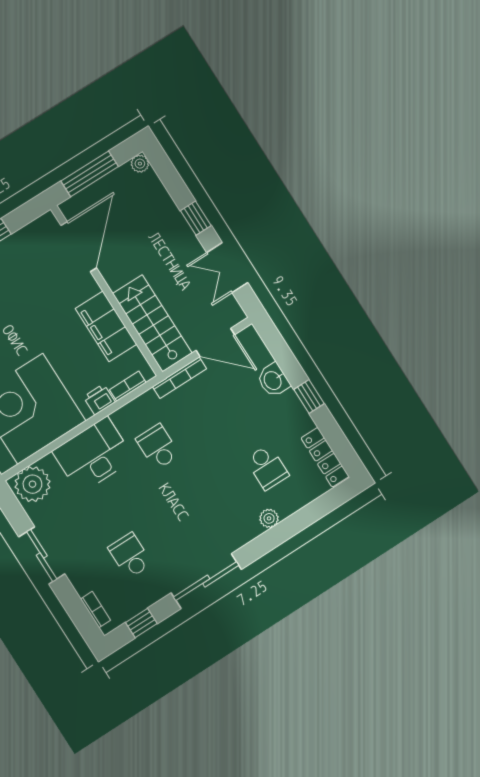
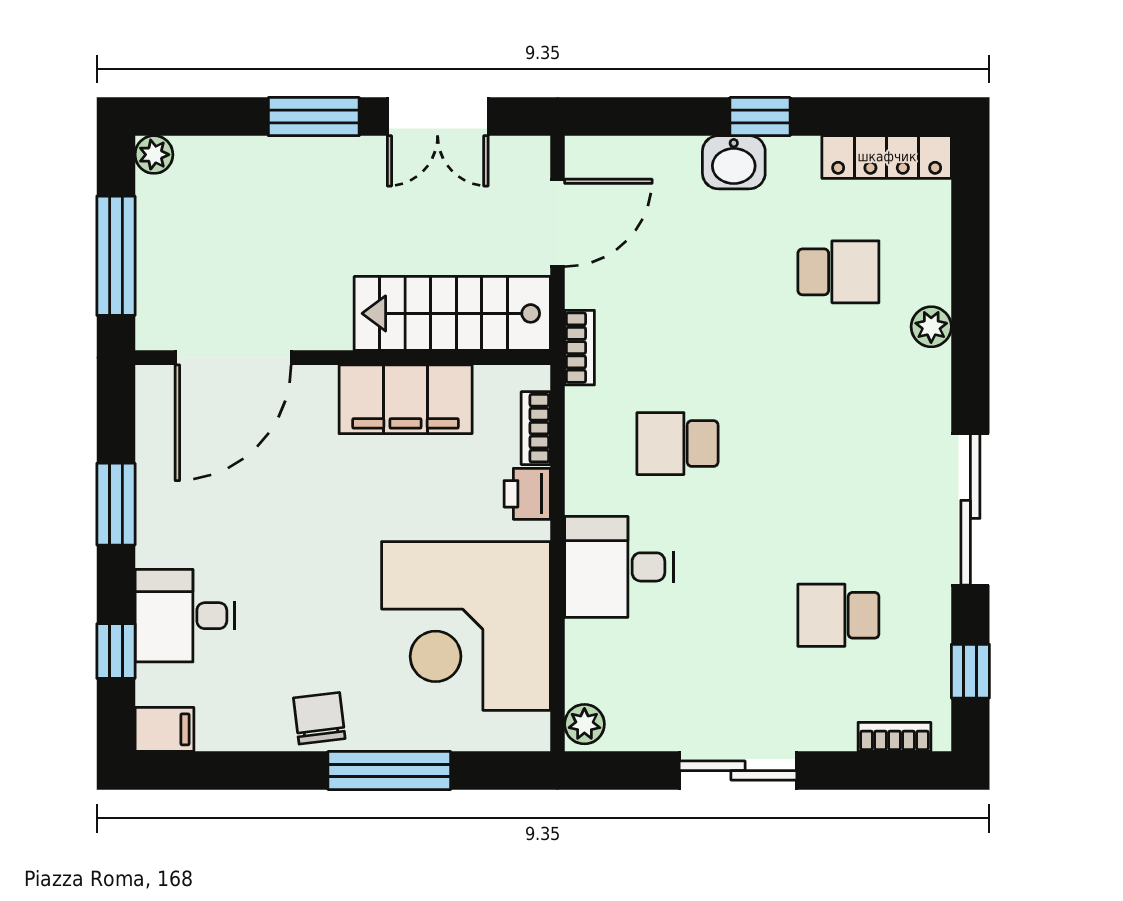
window: (196, 218) -> (314, 117), width x1.50
door: (79, 247) -> (233, 358), swing flipped
bookcase: (180, 378) -> (580, 348), width x0.64
washbasin: (273, 380) -> (734, 162), moved
desk: (93, 455) -> (619, 567), width x0.73
plant: (32, 484) -> (584, 724), width x0.53, depth x0.53

